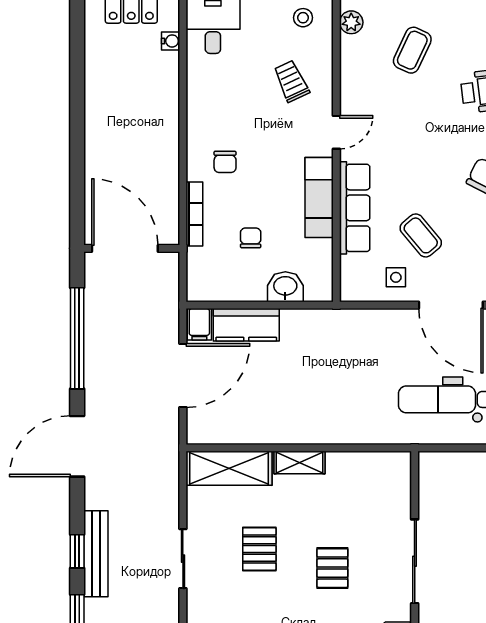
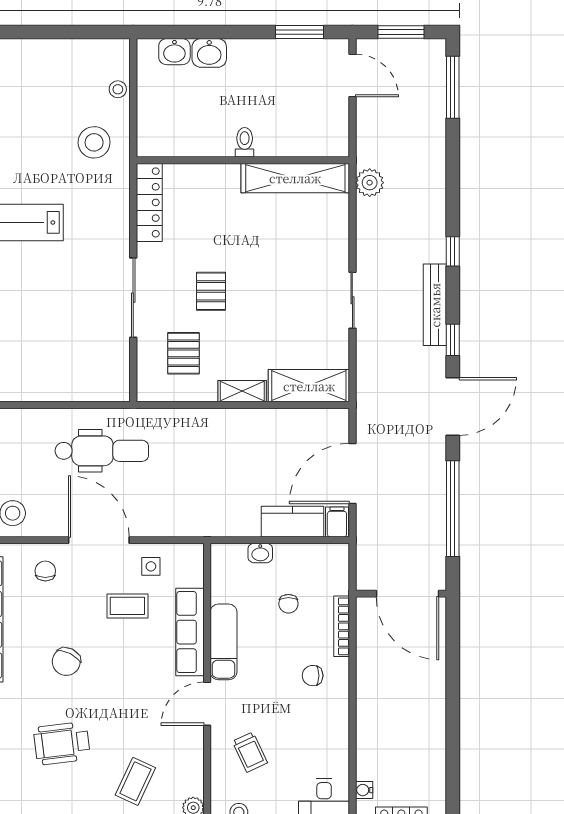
door: (336, 132) -> (207, 704), width x1.38
chair: (225, 162) -> (313, 676), turned -90
coffee table: (421, 235) -> (127, 606), turned -50
washbasin: (285, 287) -> (260, 553), width x0.72, depth x0.69
pallet: (259, 549) -> (184, 353), moved
window: (77, 551) -> (453, 340), moved

